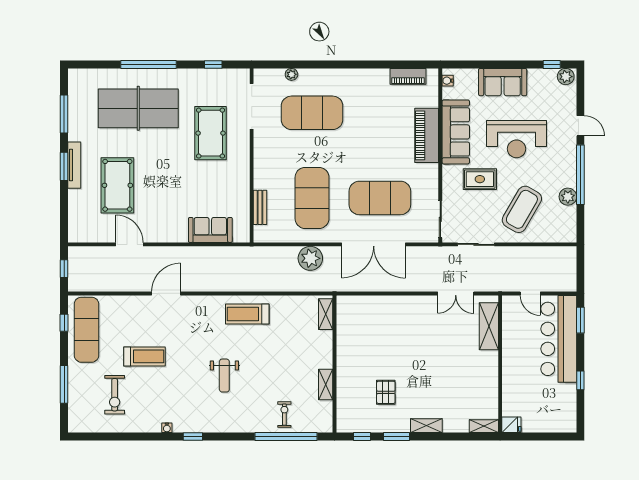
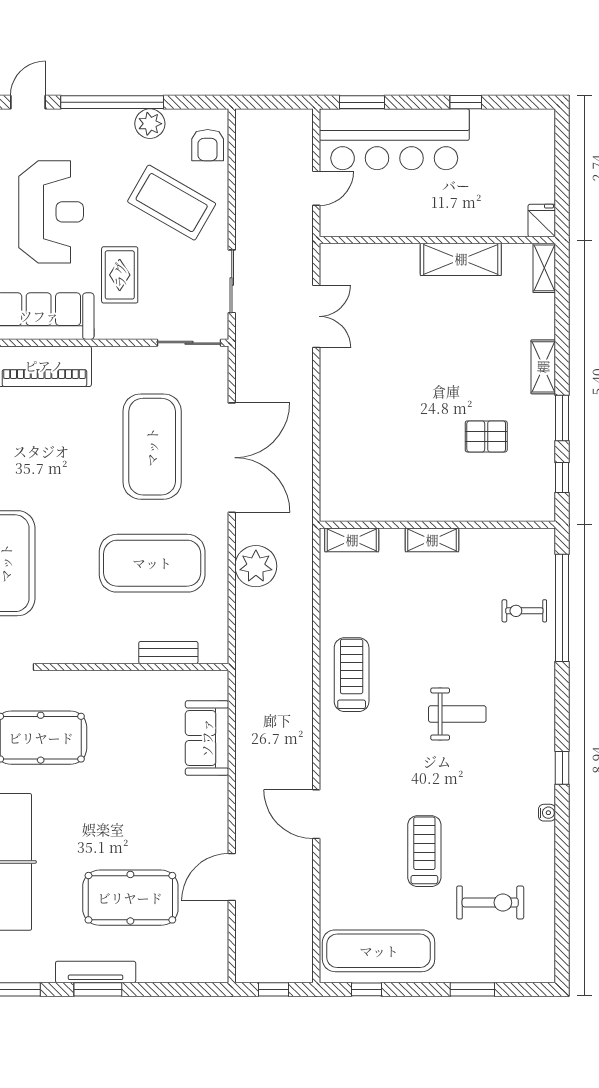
armchair: (555, 230) -> (208, 145), added
treadmill: (247, 314) -> (352, 675), turned 180
shelving: (489, 326) -> (461, 259), moved
window: (64, 384) -> (472, 989), width x0.69
shelving: (326, 384) -> (432, 540), moved

